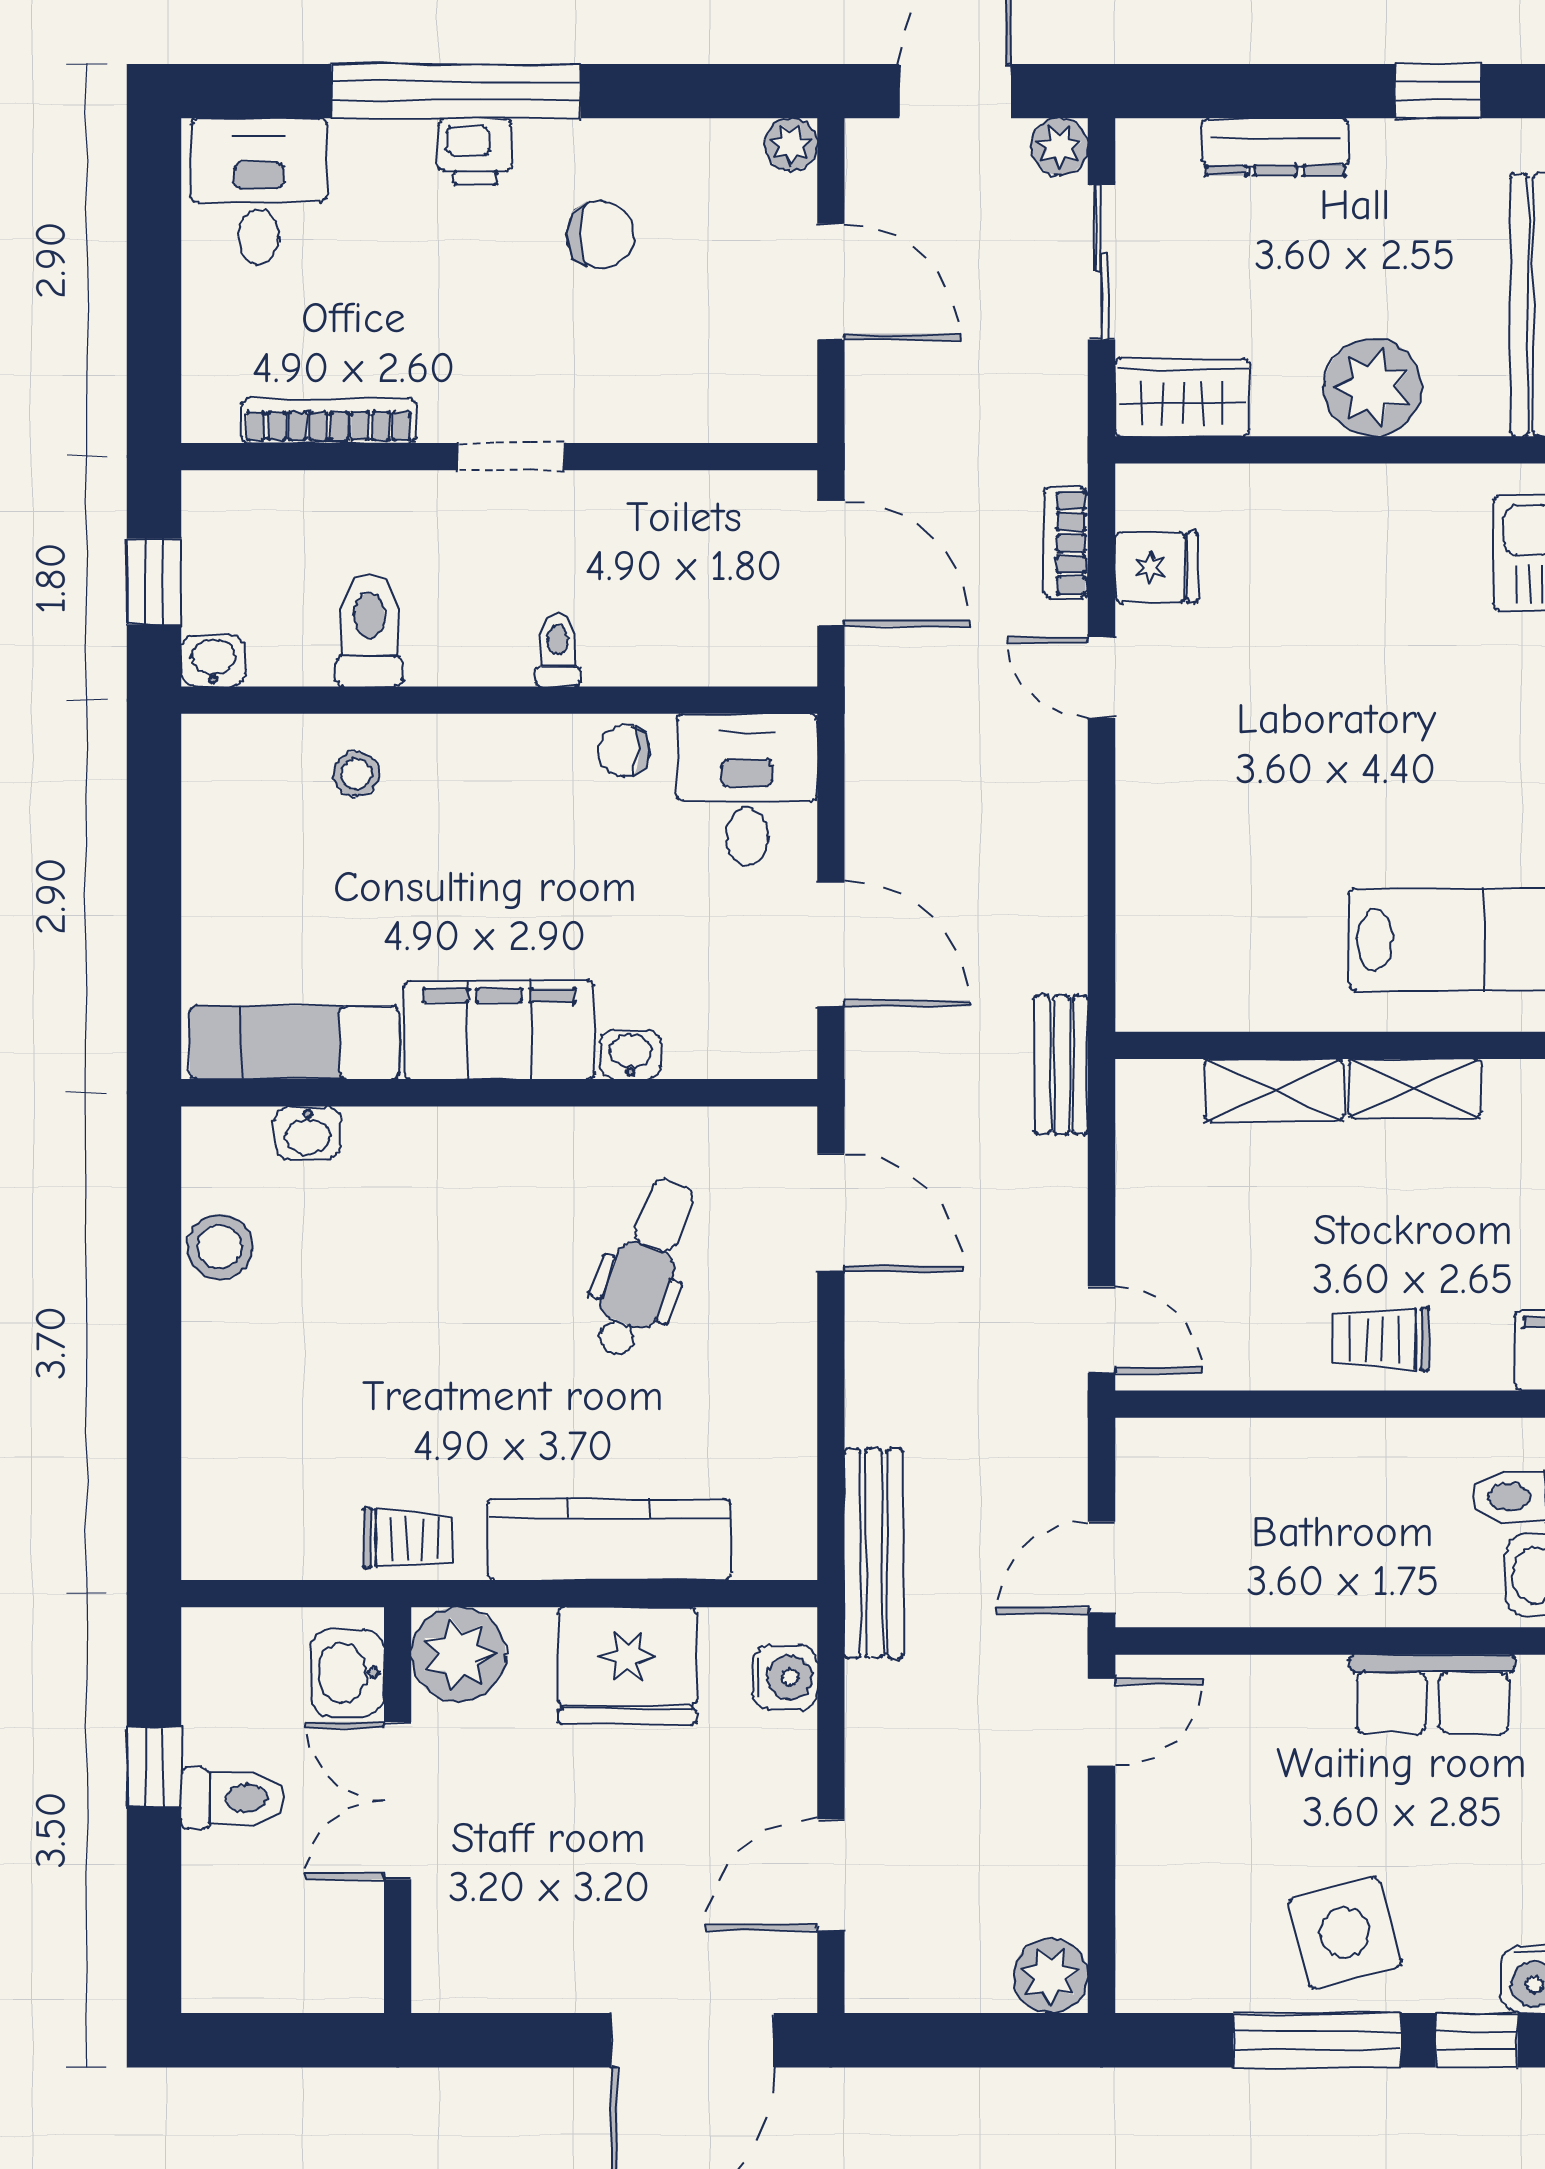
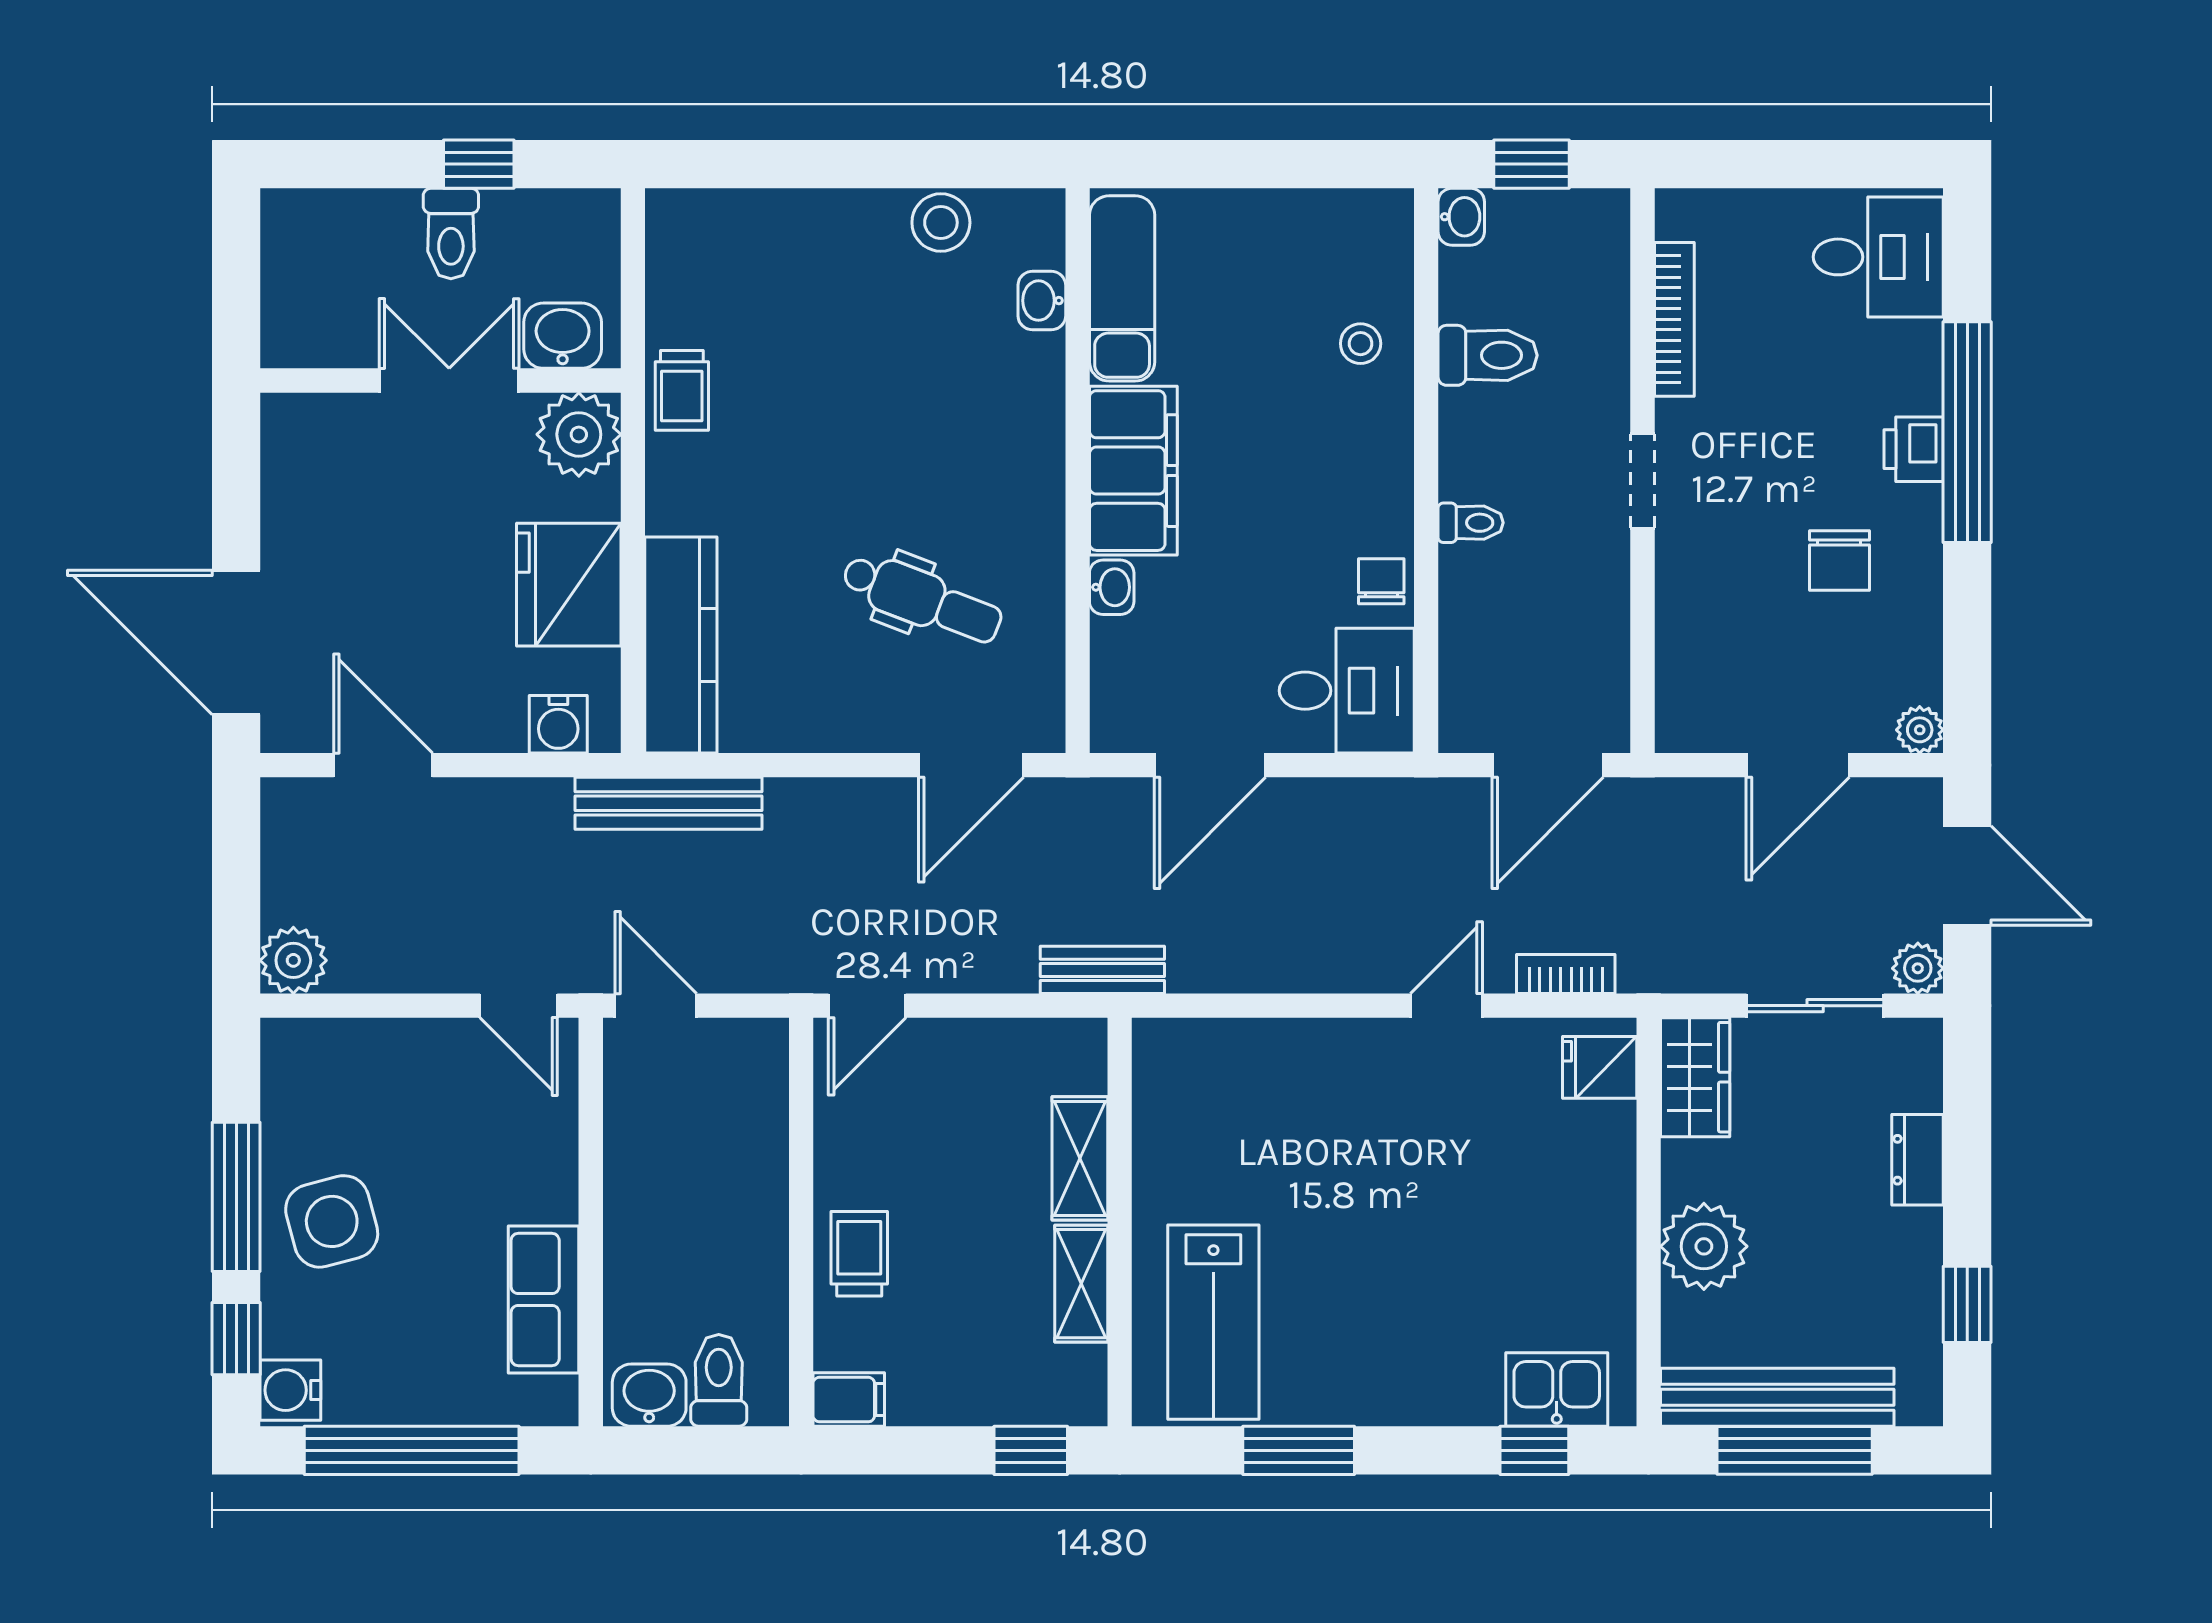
dresser: (1275, 147) -> (1917, 1160), width x0.70
fridge: (1157, 567) -> (1600, 1067), moved, turned 90
kitchen counter: (609, 1539) -> (681, 645), moved

